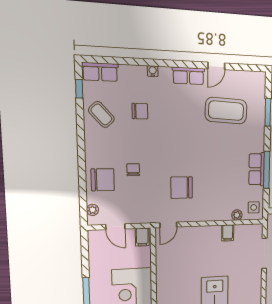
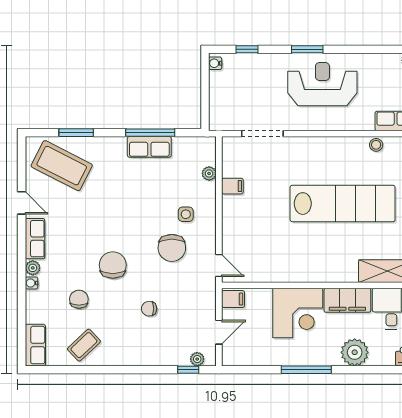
plant: (165, 73) -> (33, 268), added
window: (79, 89) -> (188, 370), moved
coffee table: (226, 111) -> (62, 166), moved, turned -66
chair: (103, 180) -> (113, 265), moved
side table: (254, 207) -> (186, 214), moved

